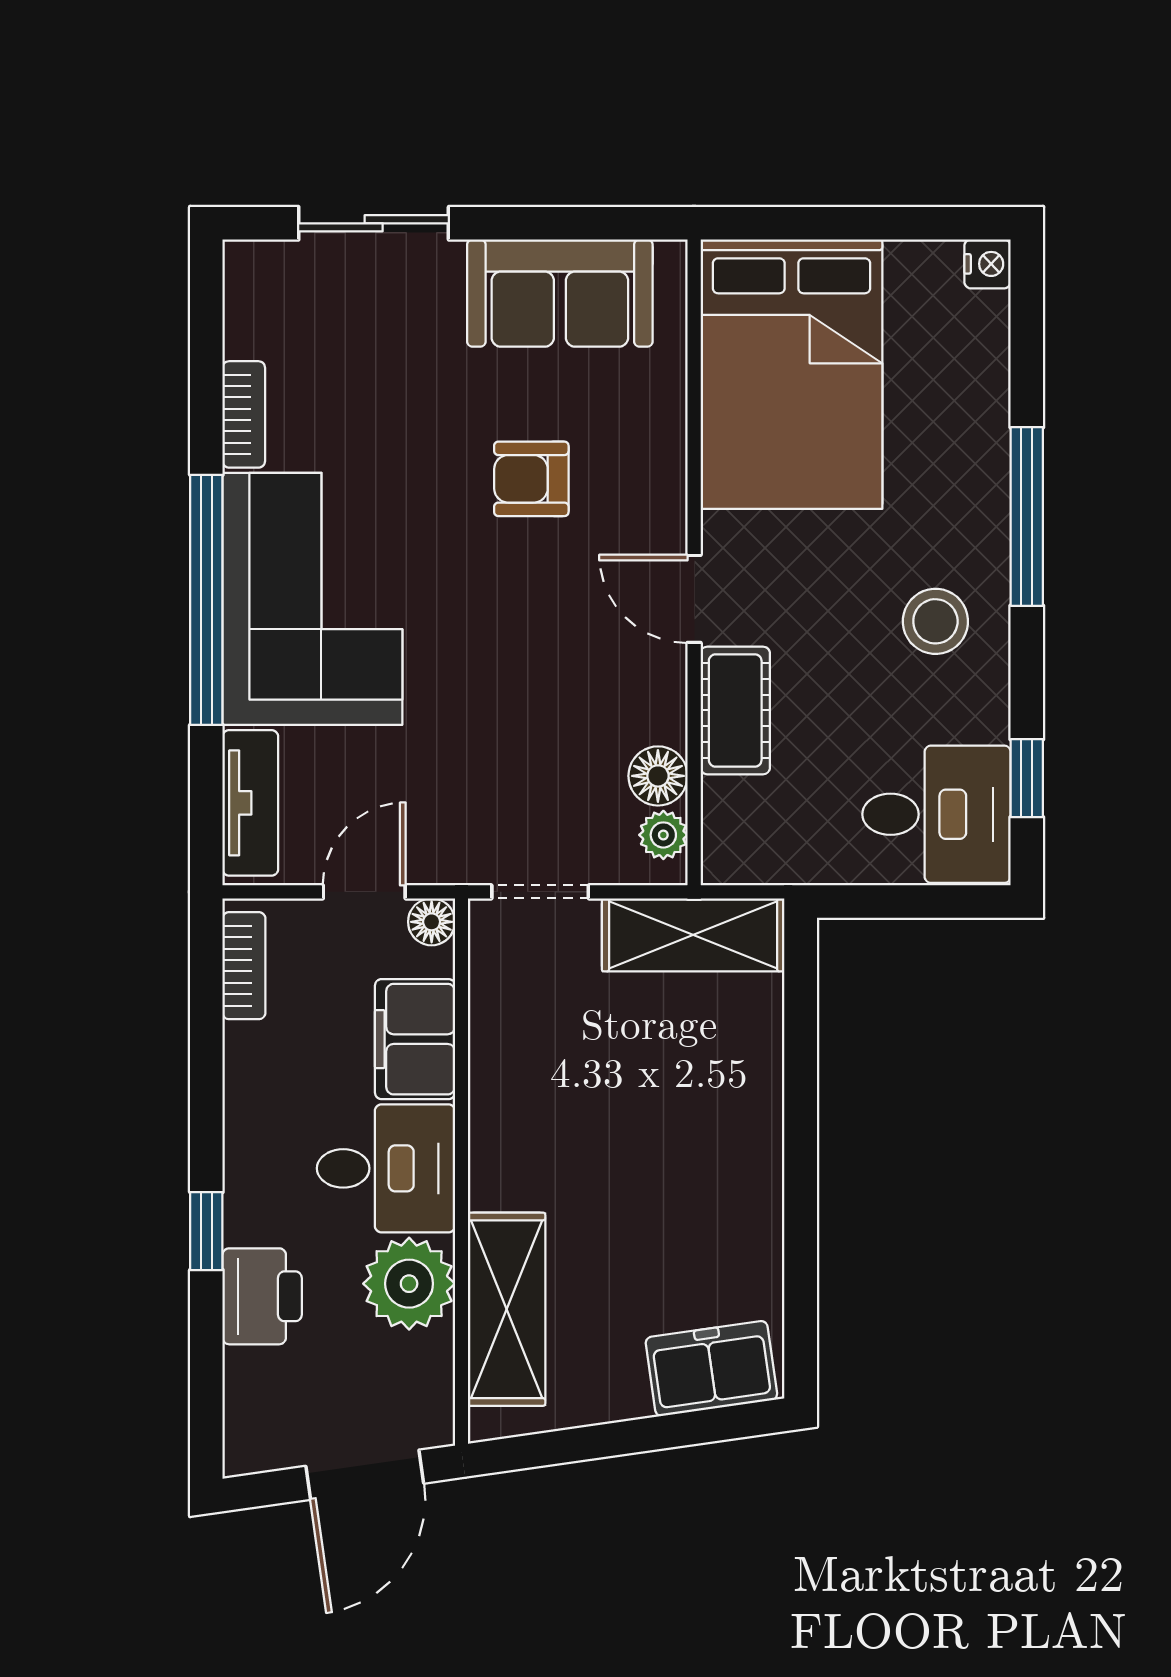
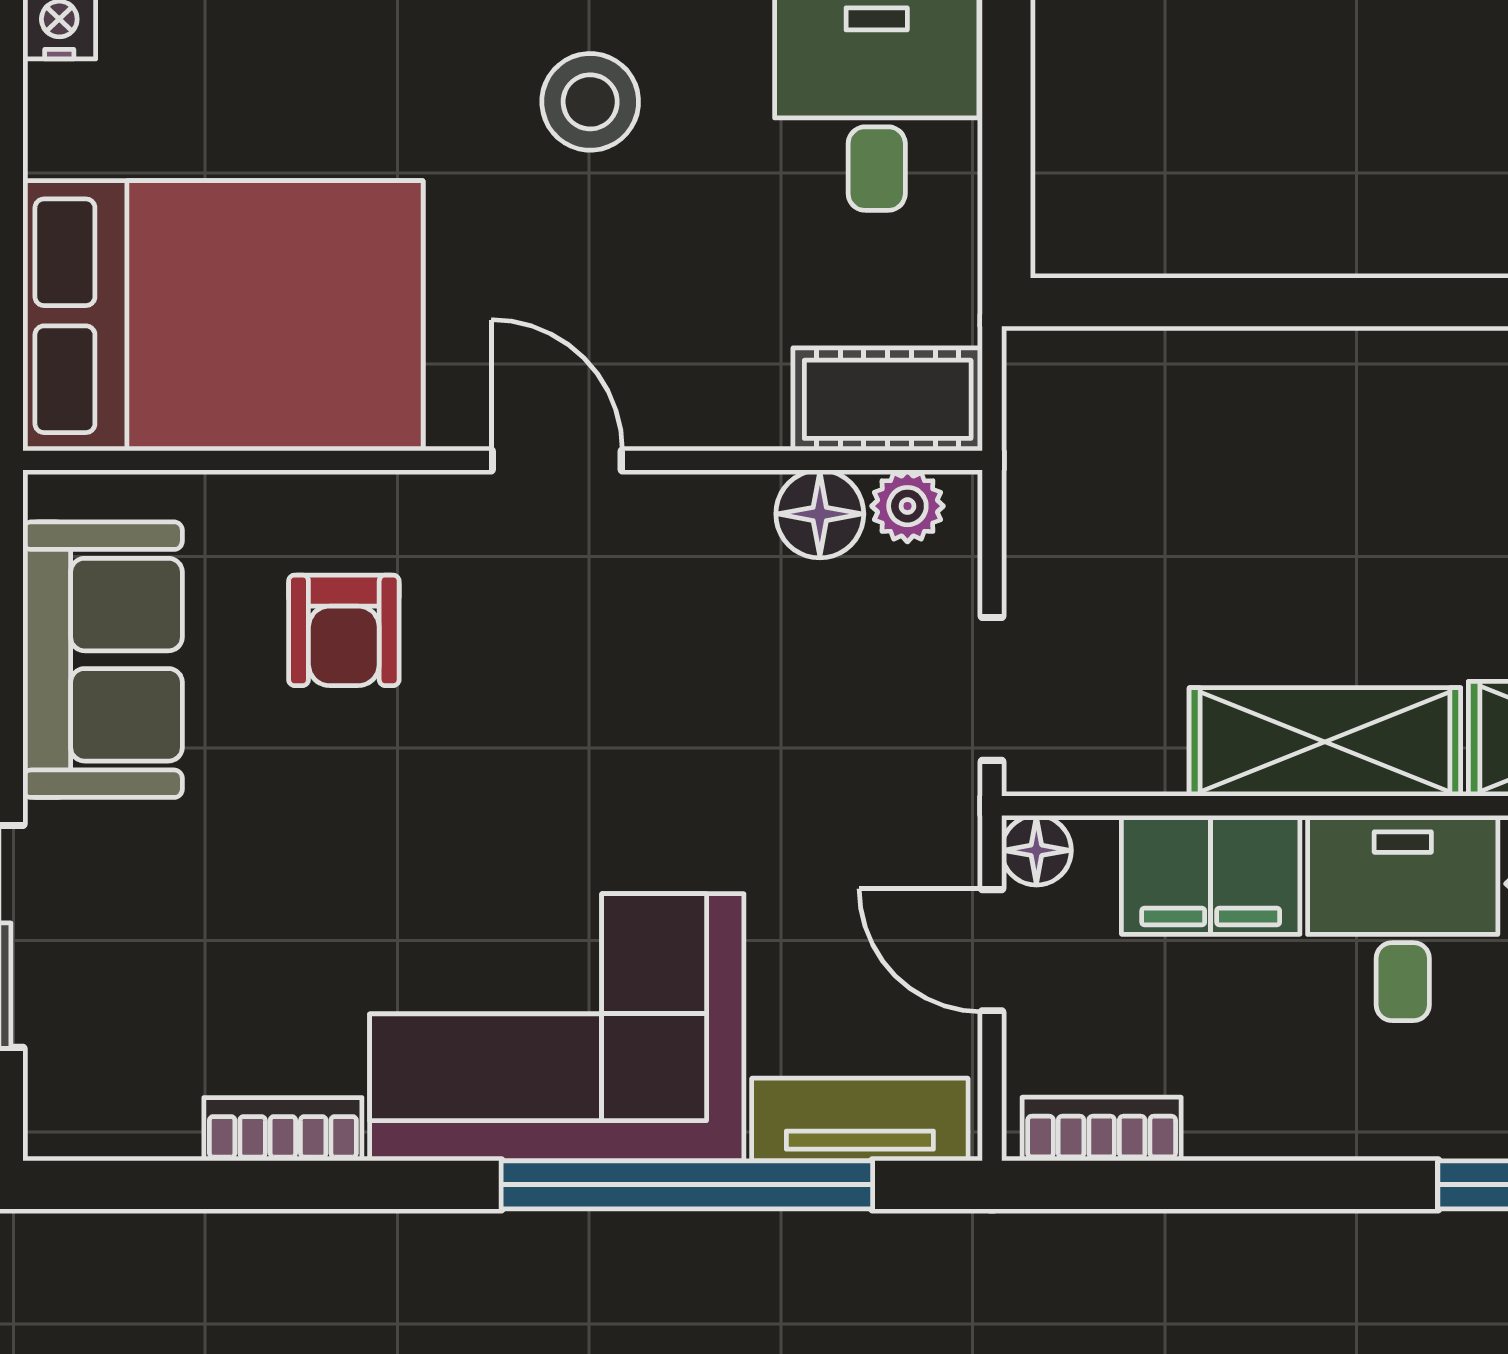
armchair: (531, 479) -> (344, 630), moved
door: (694, 599) -> (557, 460), swing flipped
window: (206, 600) -> (687, 1185), moved
cot: (735, 710) -> (888, 399), moved
shelving: (693, 935) -> (1325, 742), moved, turned 90

